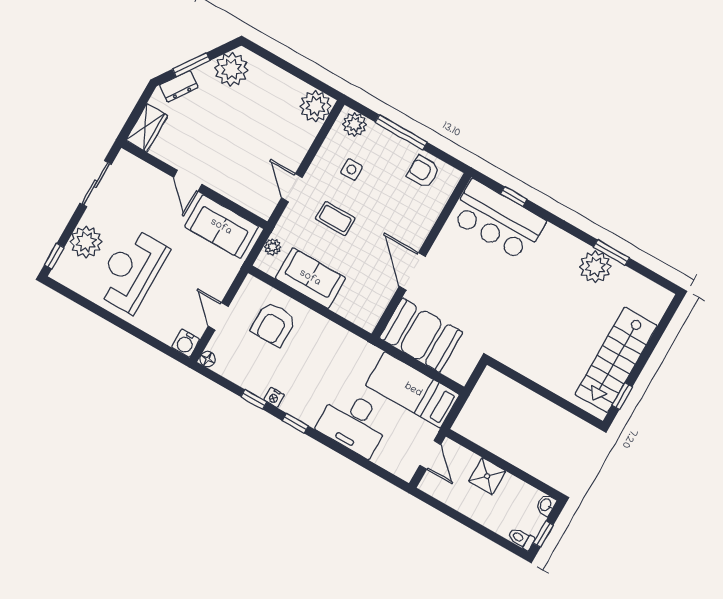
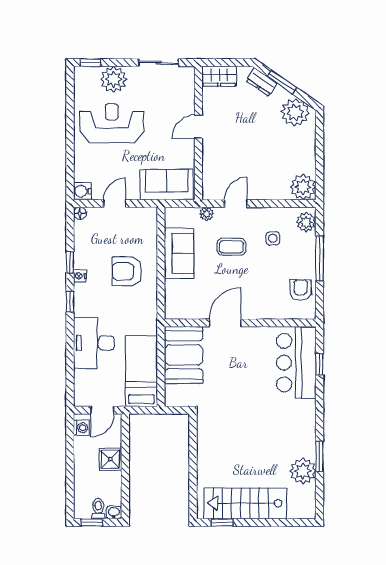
coffee table: (335, 219) -> (231, 247), turned 90
sofa: (221, 227) -> (167, 185), moved, turned 90
plant: (273, 247) -> (206, 214), moved
plant: (595, 267) -> (303, 471), moved
armchair: (273, 324) -> (127, 271), moved
washing machine: (436, 488) -> (81, 428), added
toilet: (521, 539) -> (98, 509), moved

